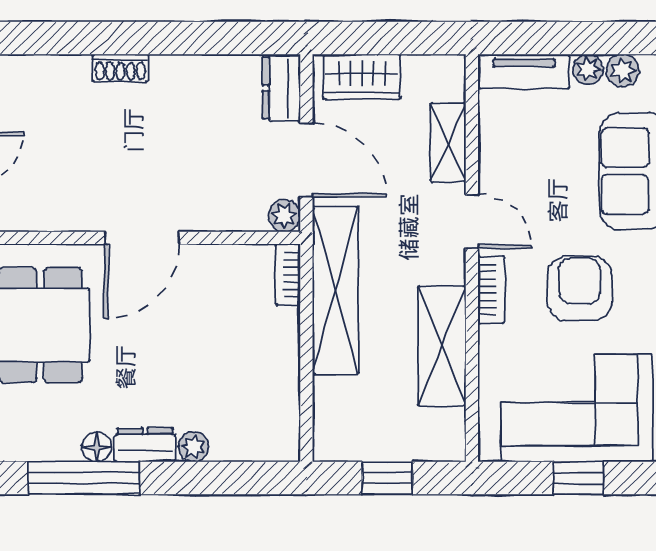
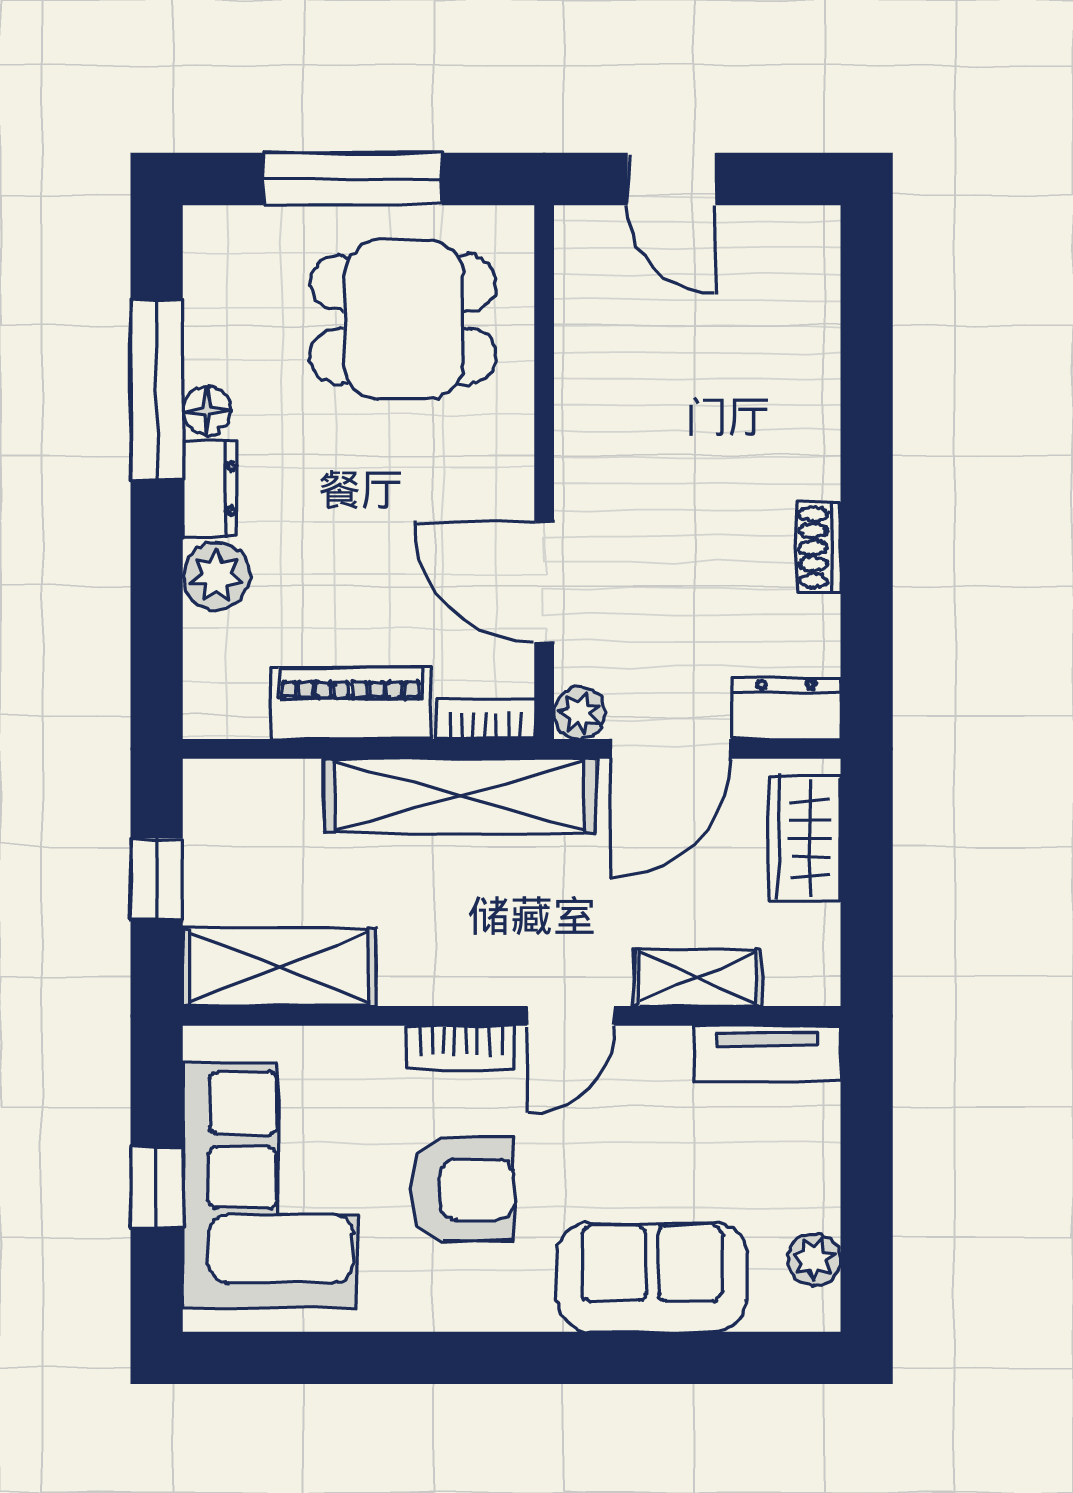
shoe rack: (120, 68) -> (819, 547), moved
plant: (588, 69) -> (816, 1203), removed
tv unit: (524, 72) -> (767, 1054), moved, turned -90
door: (142, 238) -> (544, 582), moved
shelving: (442, 346) -> (279, 968), moved
piano: (278, 358) -> (350, 703), added
plant: (194, 447) -> (216, 576), width x1.38, depth x1.38

